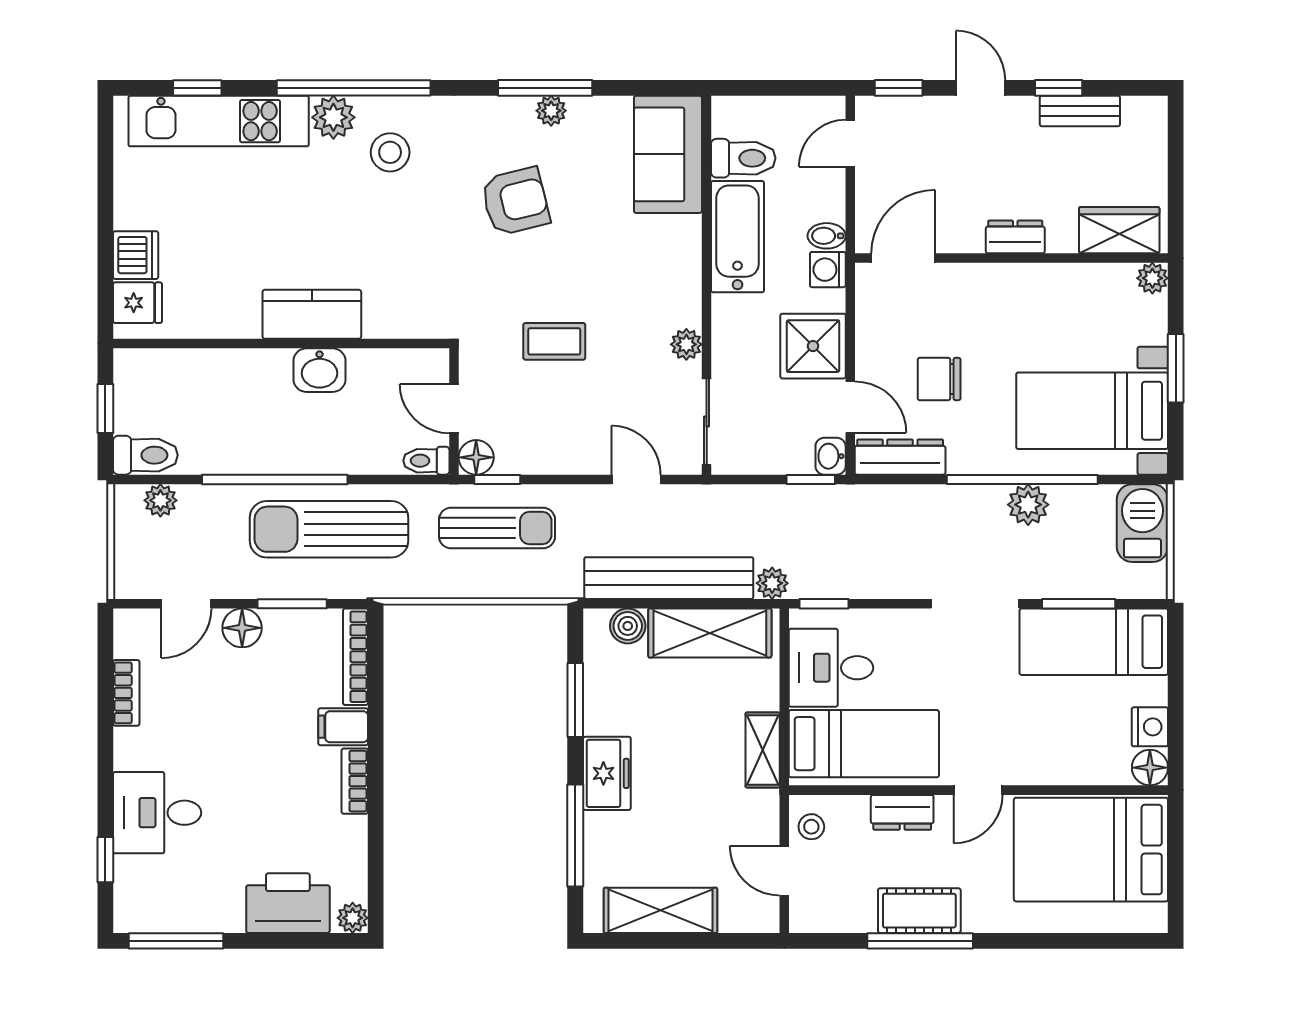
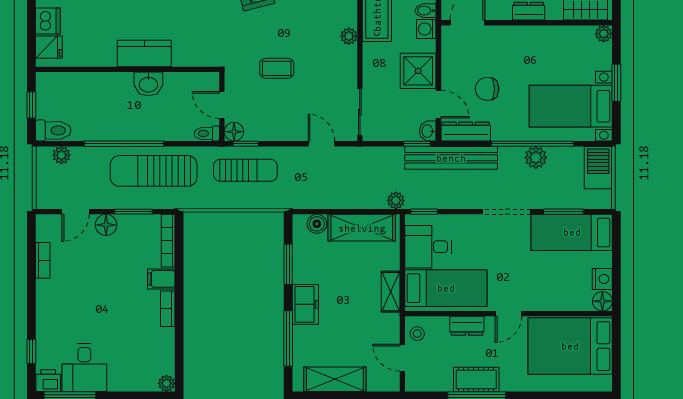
plant: (686, 344) -> (349, 36), moved
bench: (669, 578) -> (451, 158), moved
desk: (157, 813) -> (84, 368), moved, turned -90
printer: (288, 903) -> (48, 381), moved, width x0.53, depth x0.68

